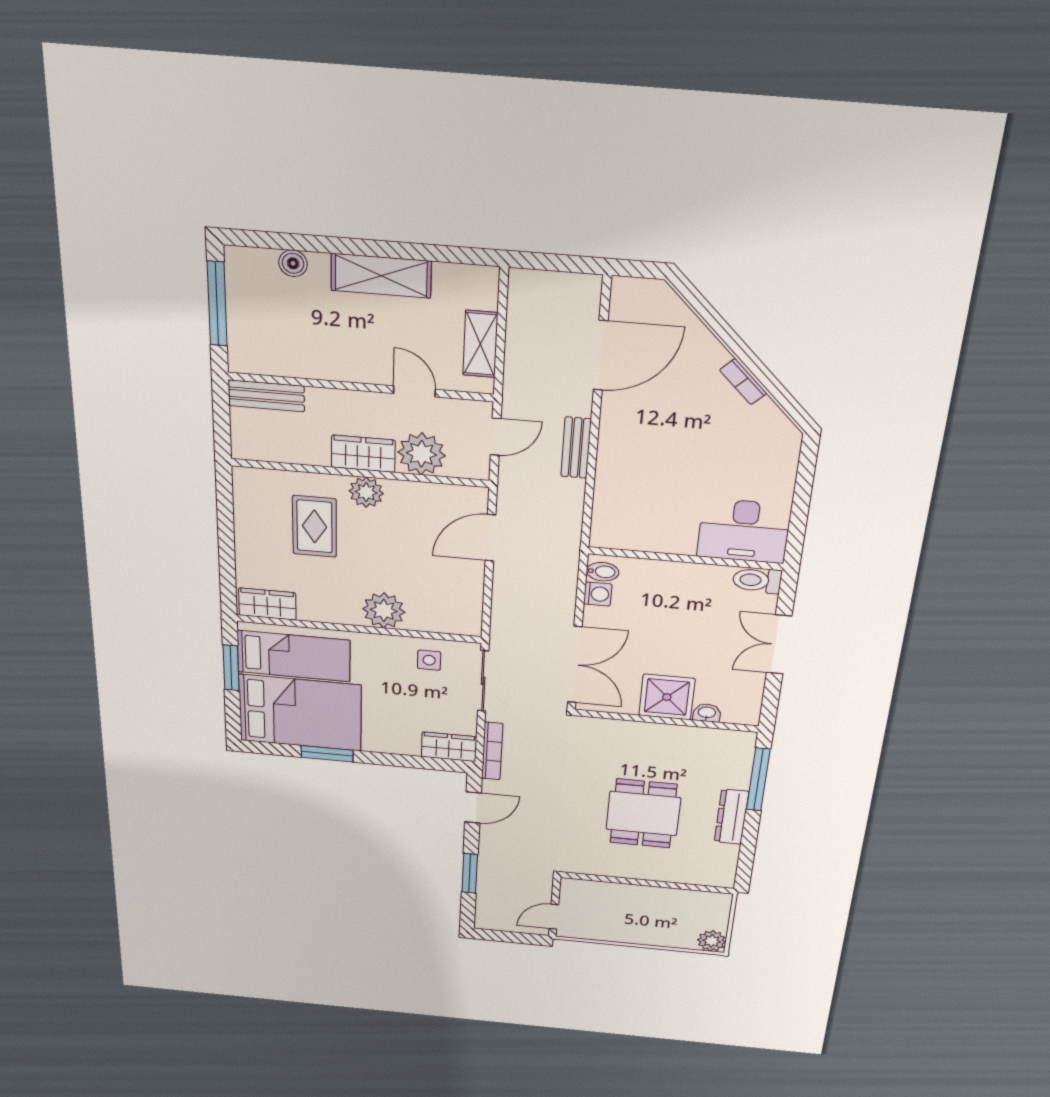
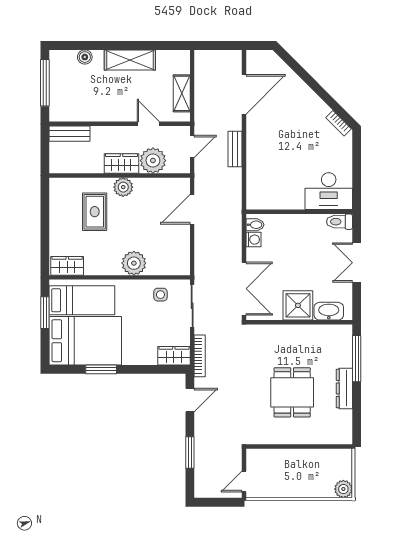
bookcase: (743, 382) -> (339, 123), moved
washbasin: (707, 713) -> (329, 311), width x1.91, depth x1.45

